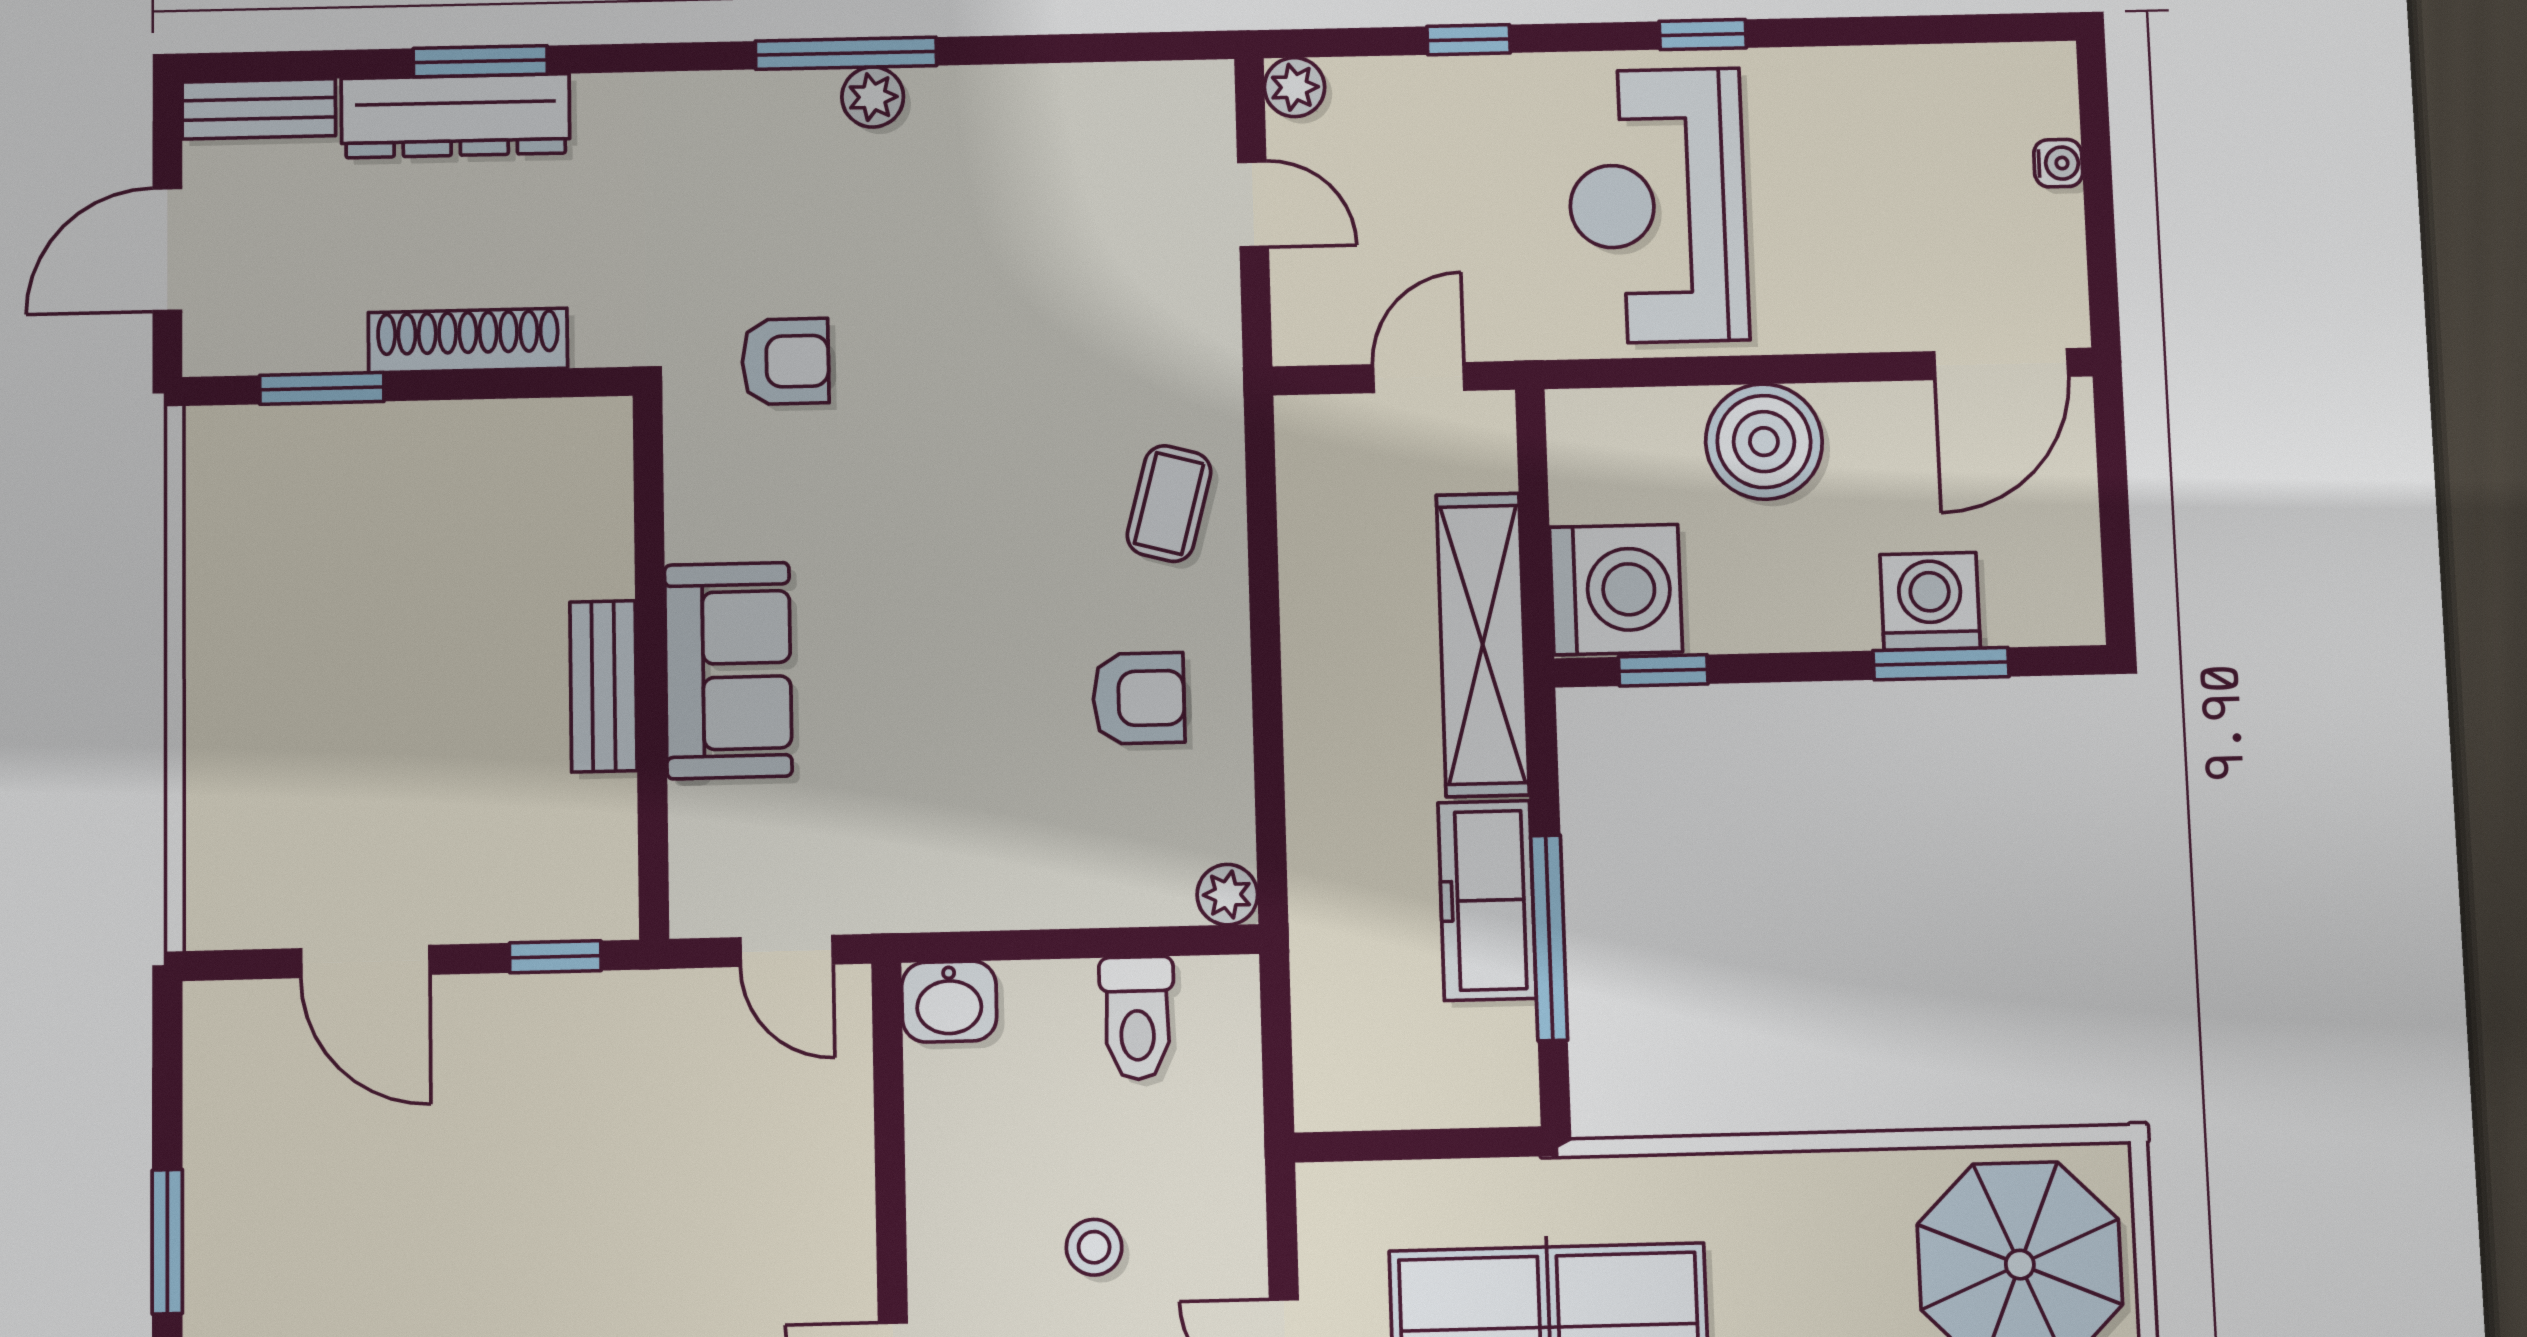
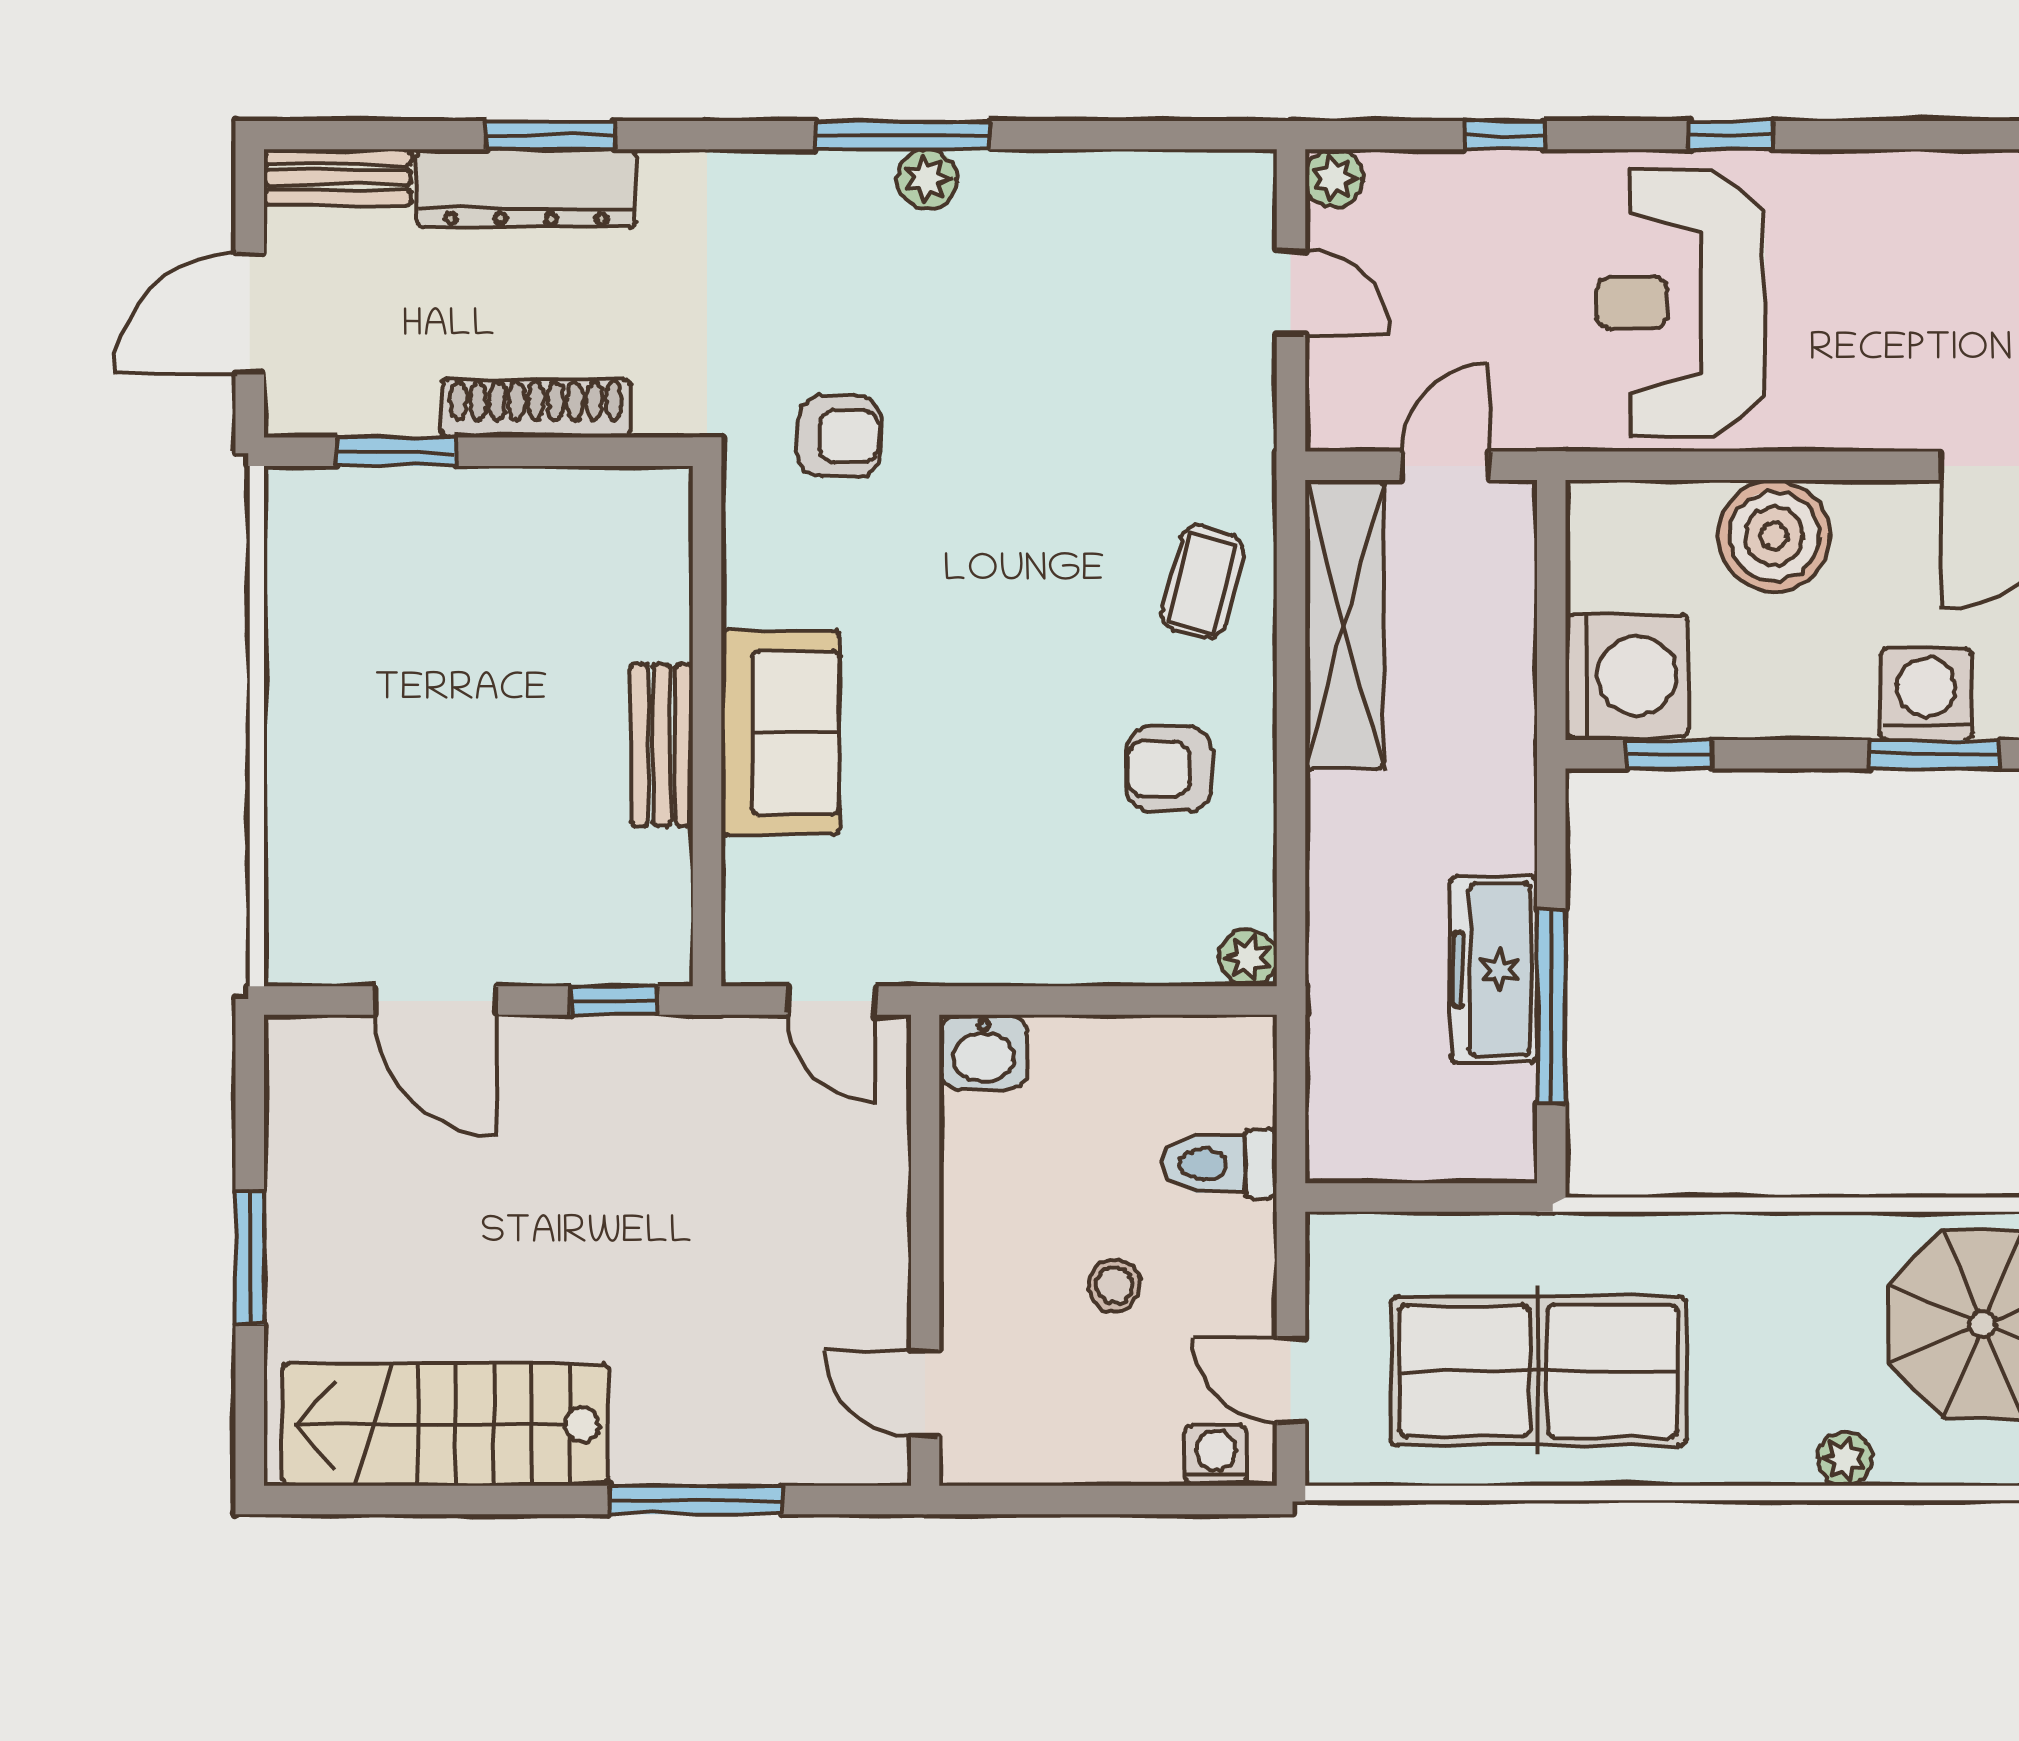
shelving: (1483, 644) -> (1345, 625), moved
armchair: (1139, 698) -> (1169, 769), turned 180
toilet: (1137, 1018) -> (1219, 1164), moved, turned 90

